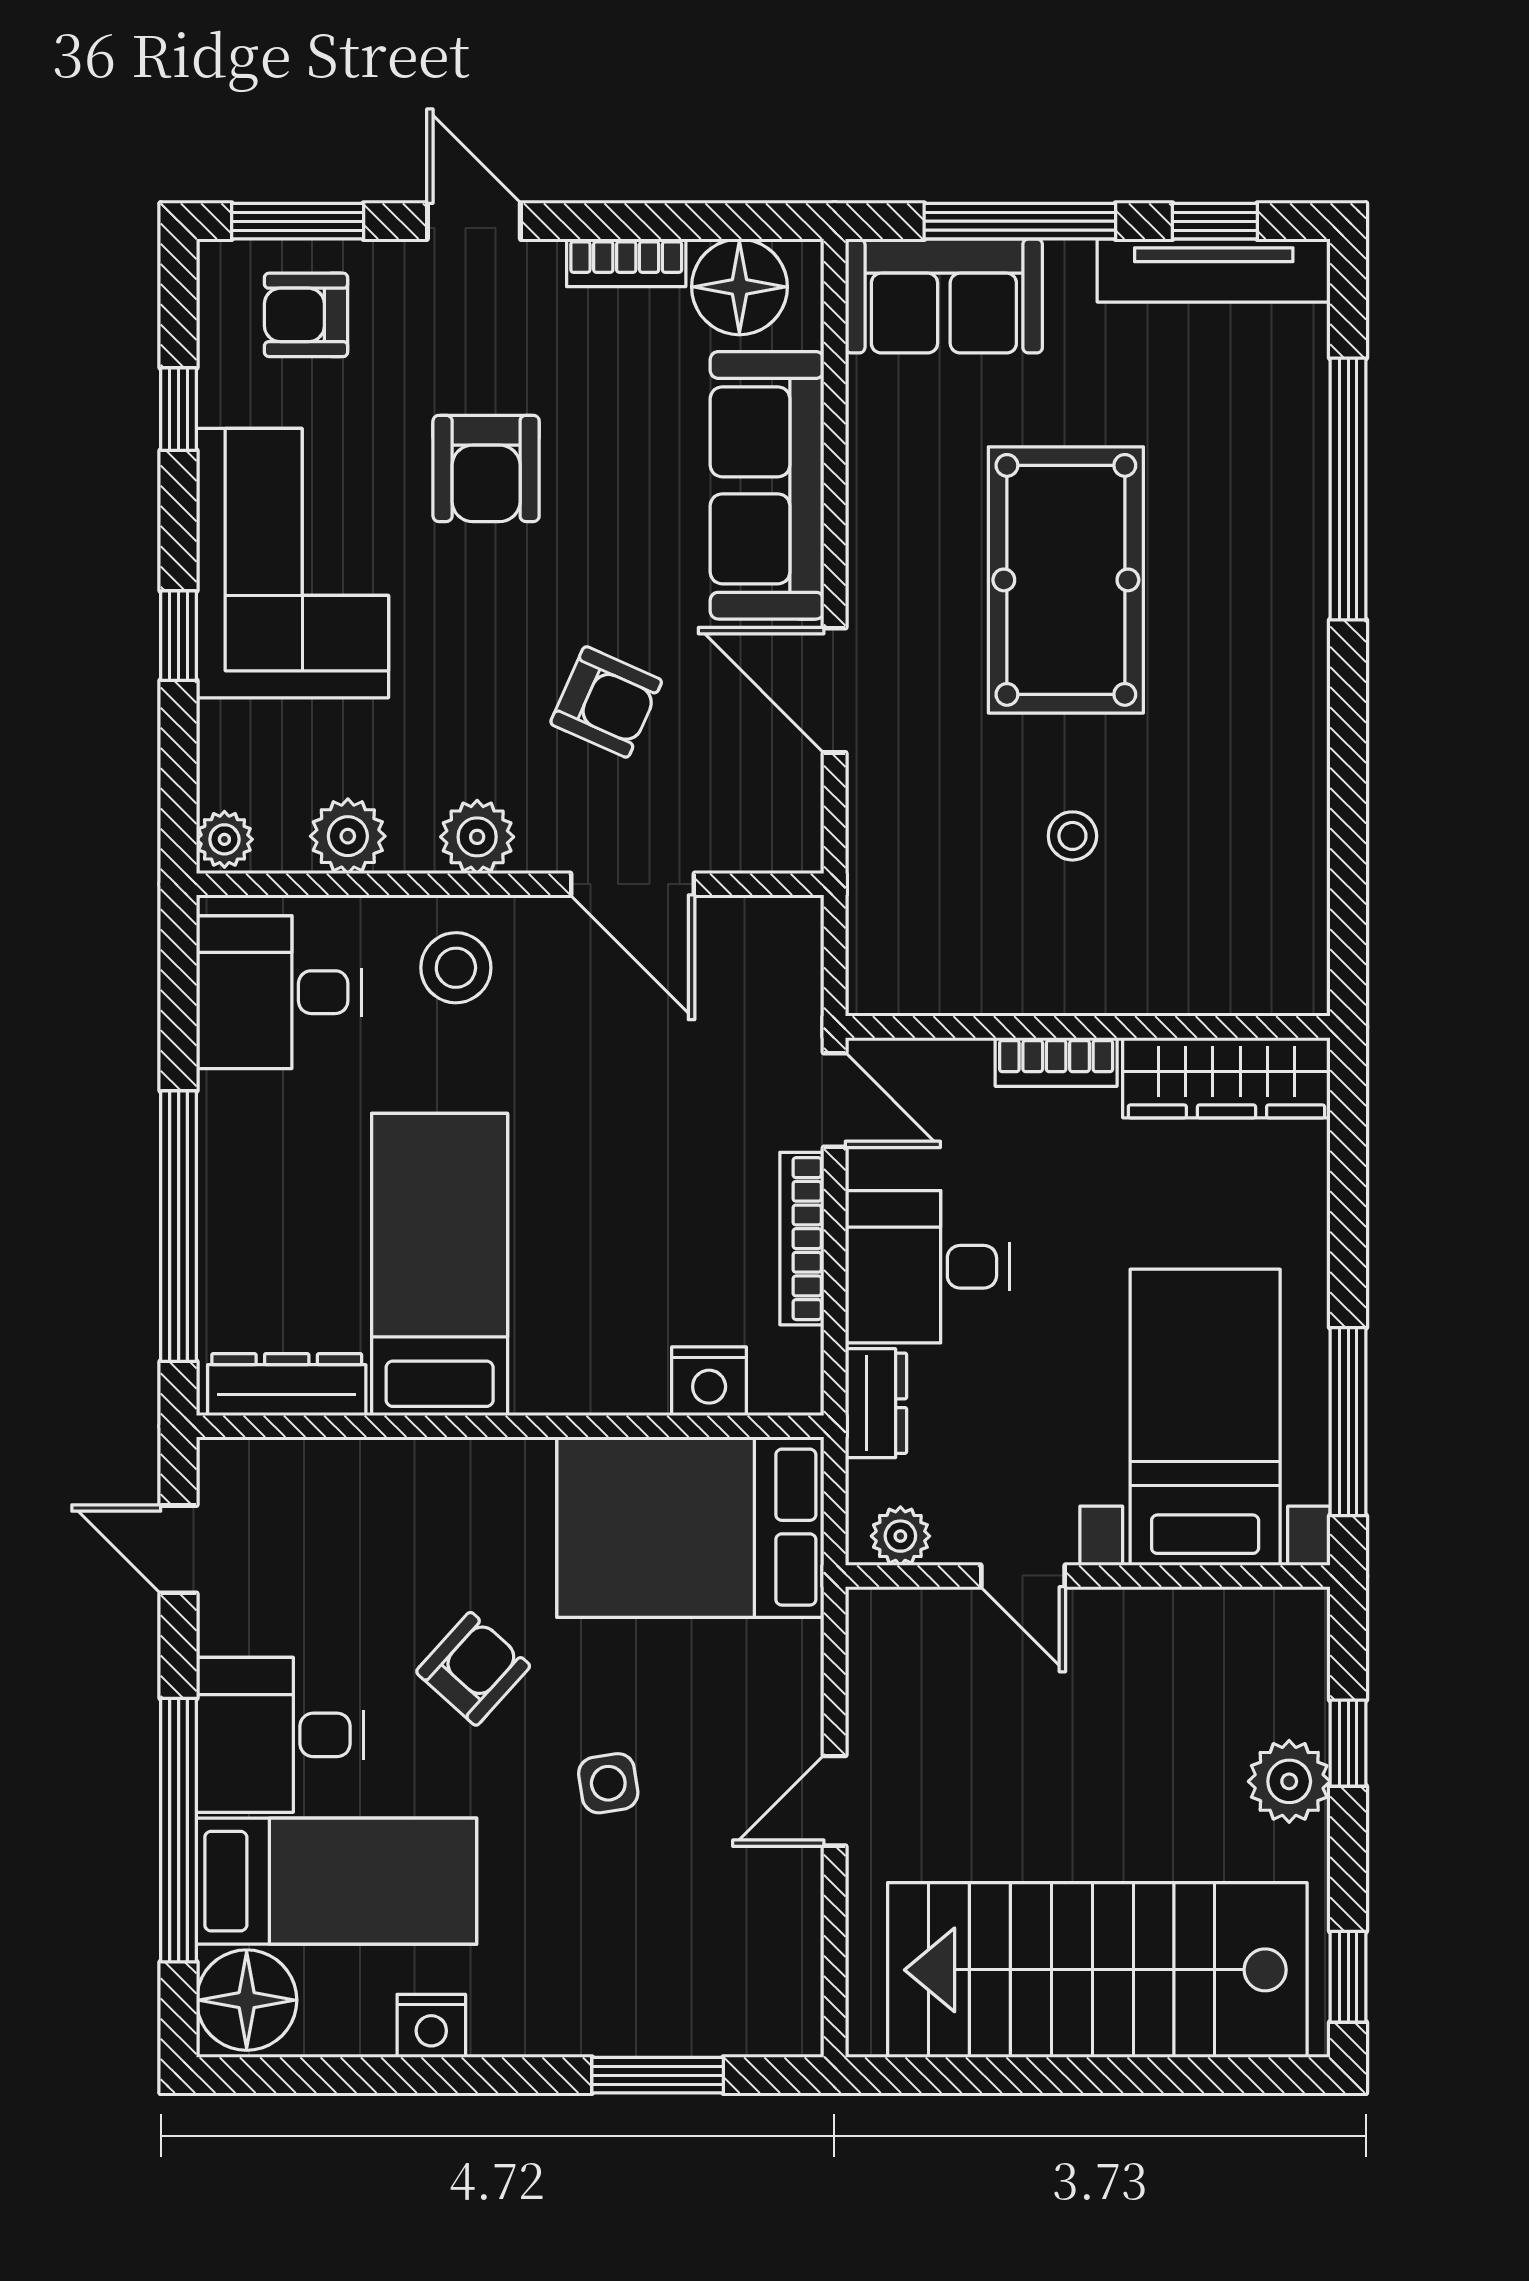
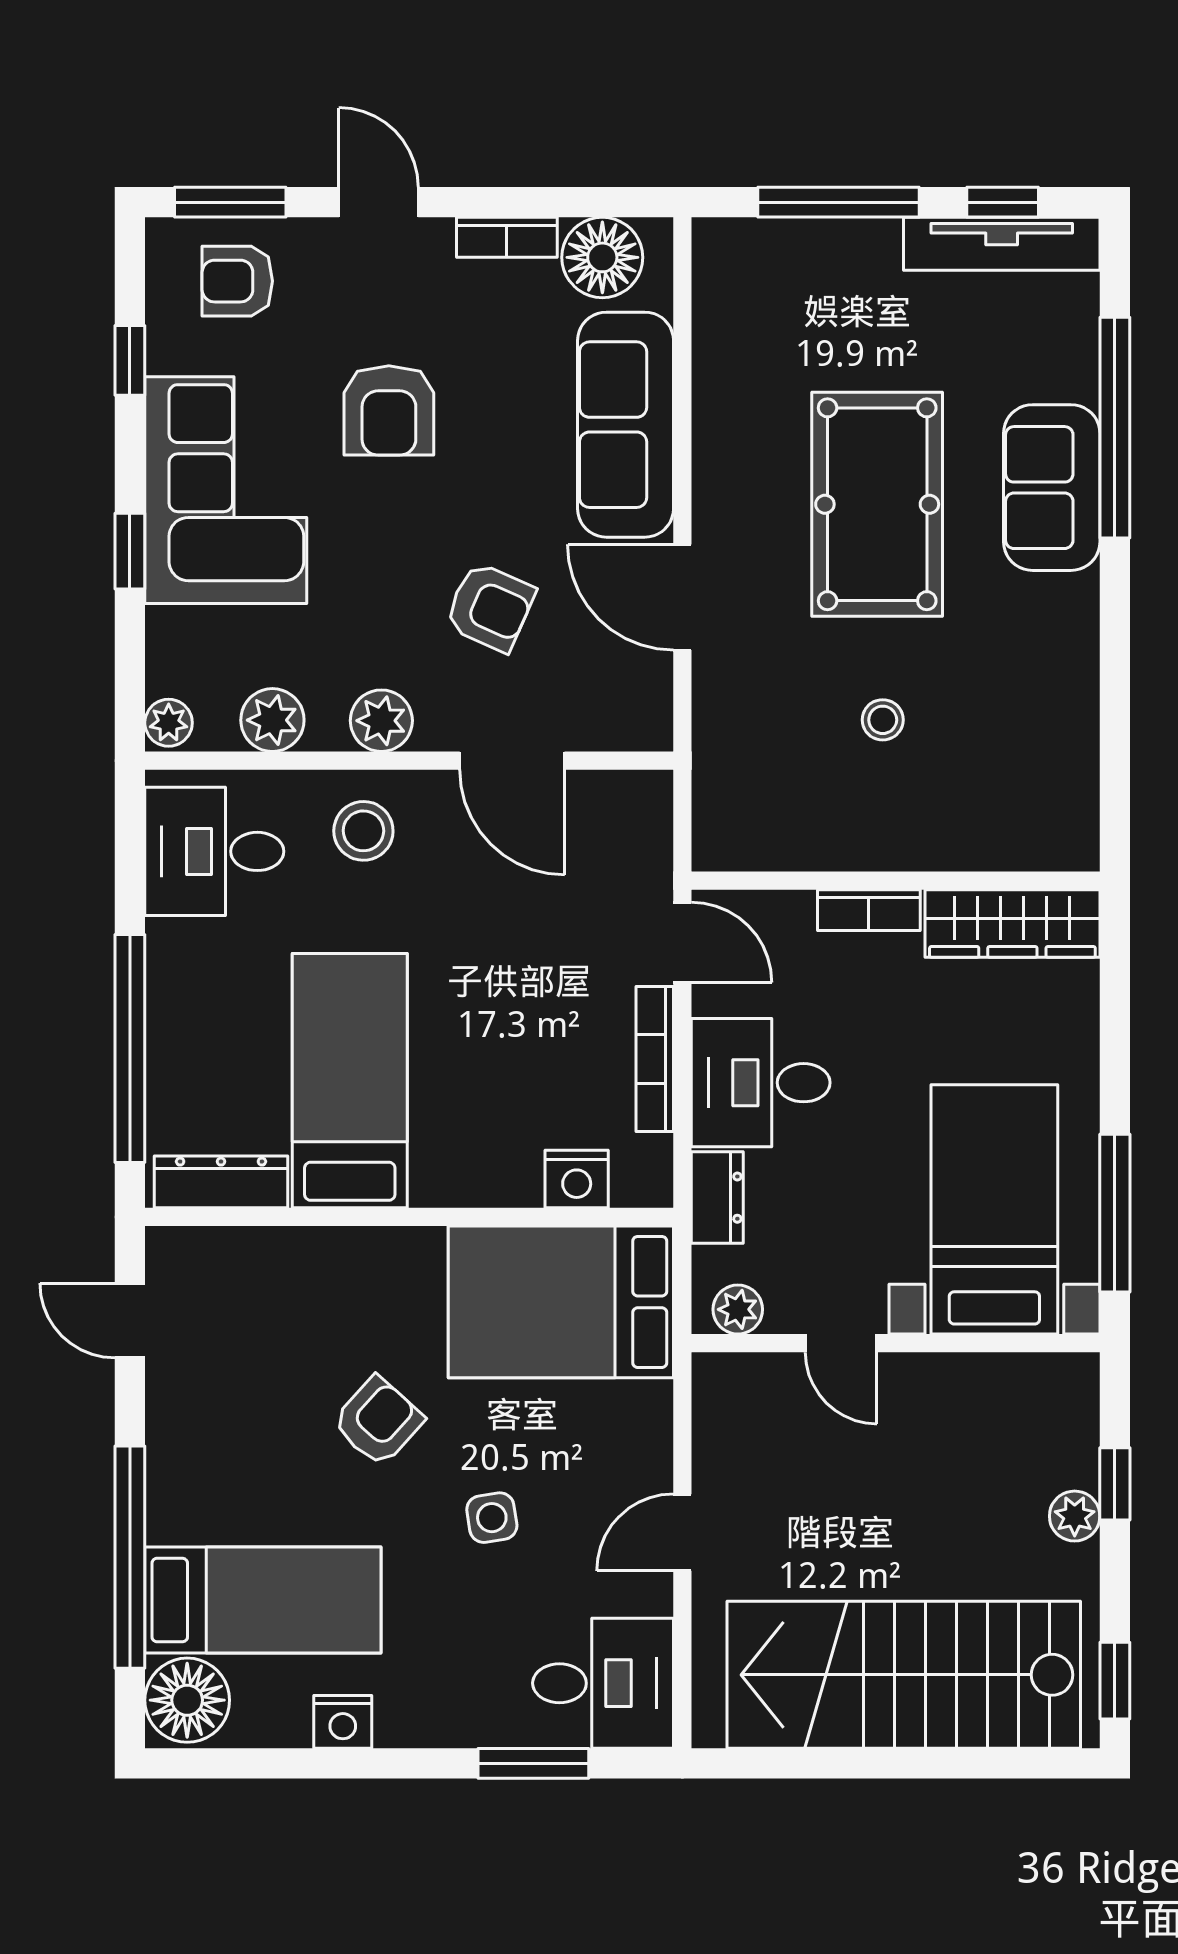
sofa: (944, 296) -> (1052, 488), moved, turned 90
desk: (280, 1735) -> (603, 1683), moved, turned 180
plant: (1289, 1781) -> (1075, 1516), width x0.73, depth x0.73

